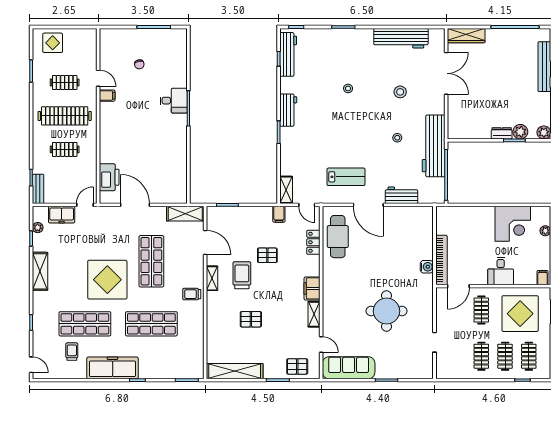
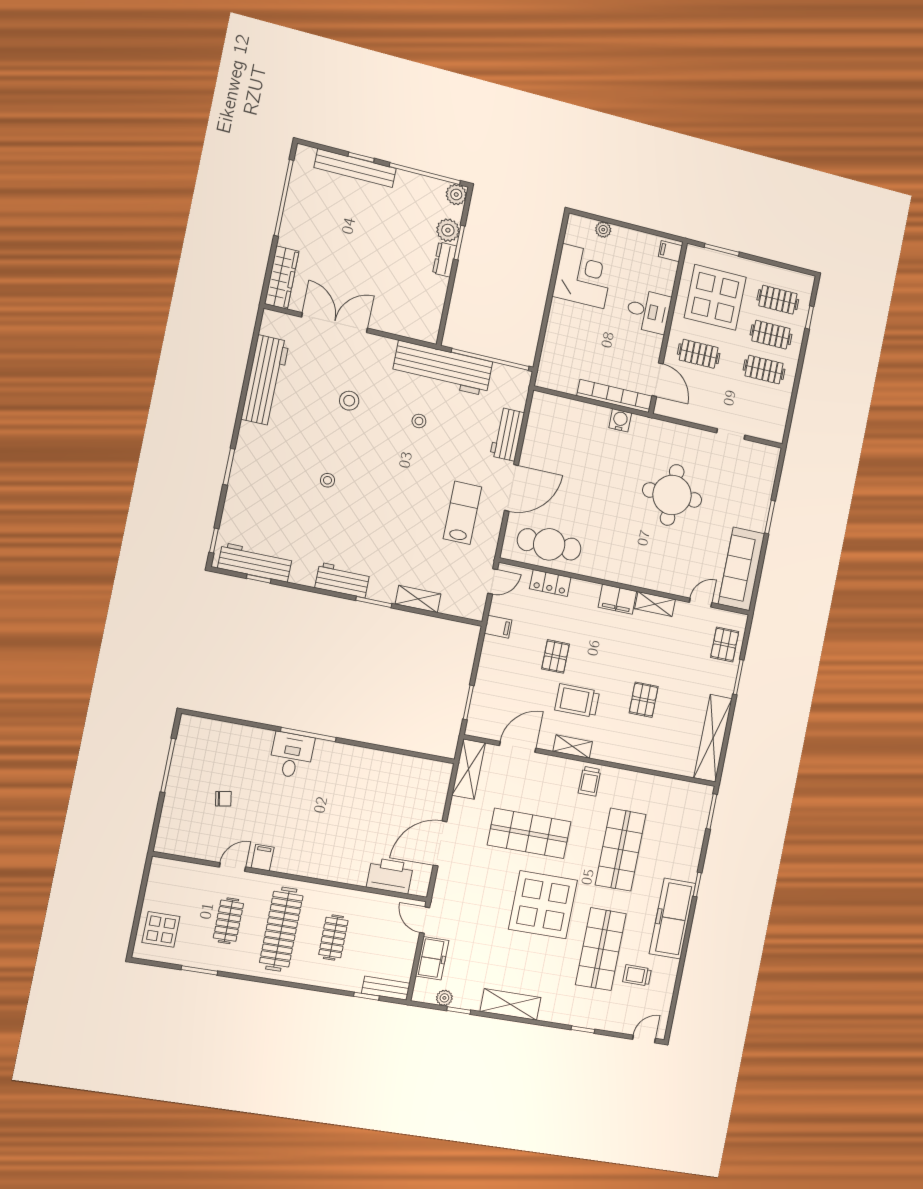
shelving: (286, 190) -> (418, 599), moved

